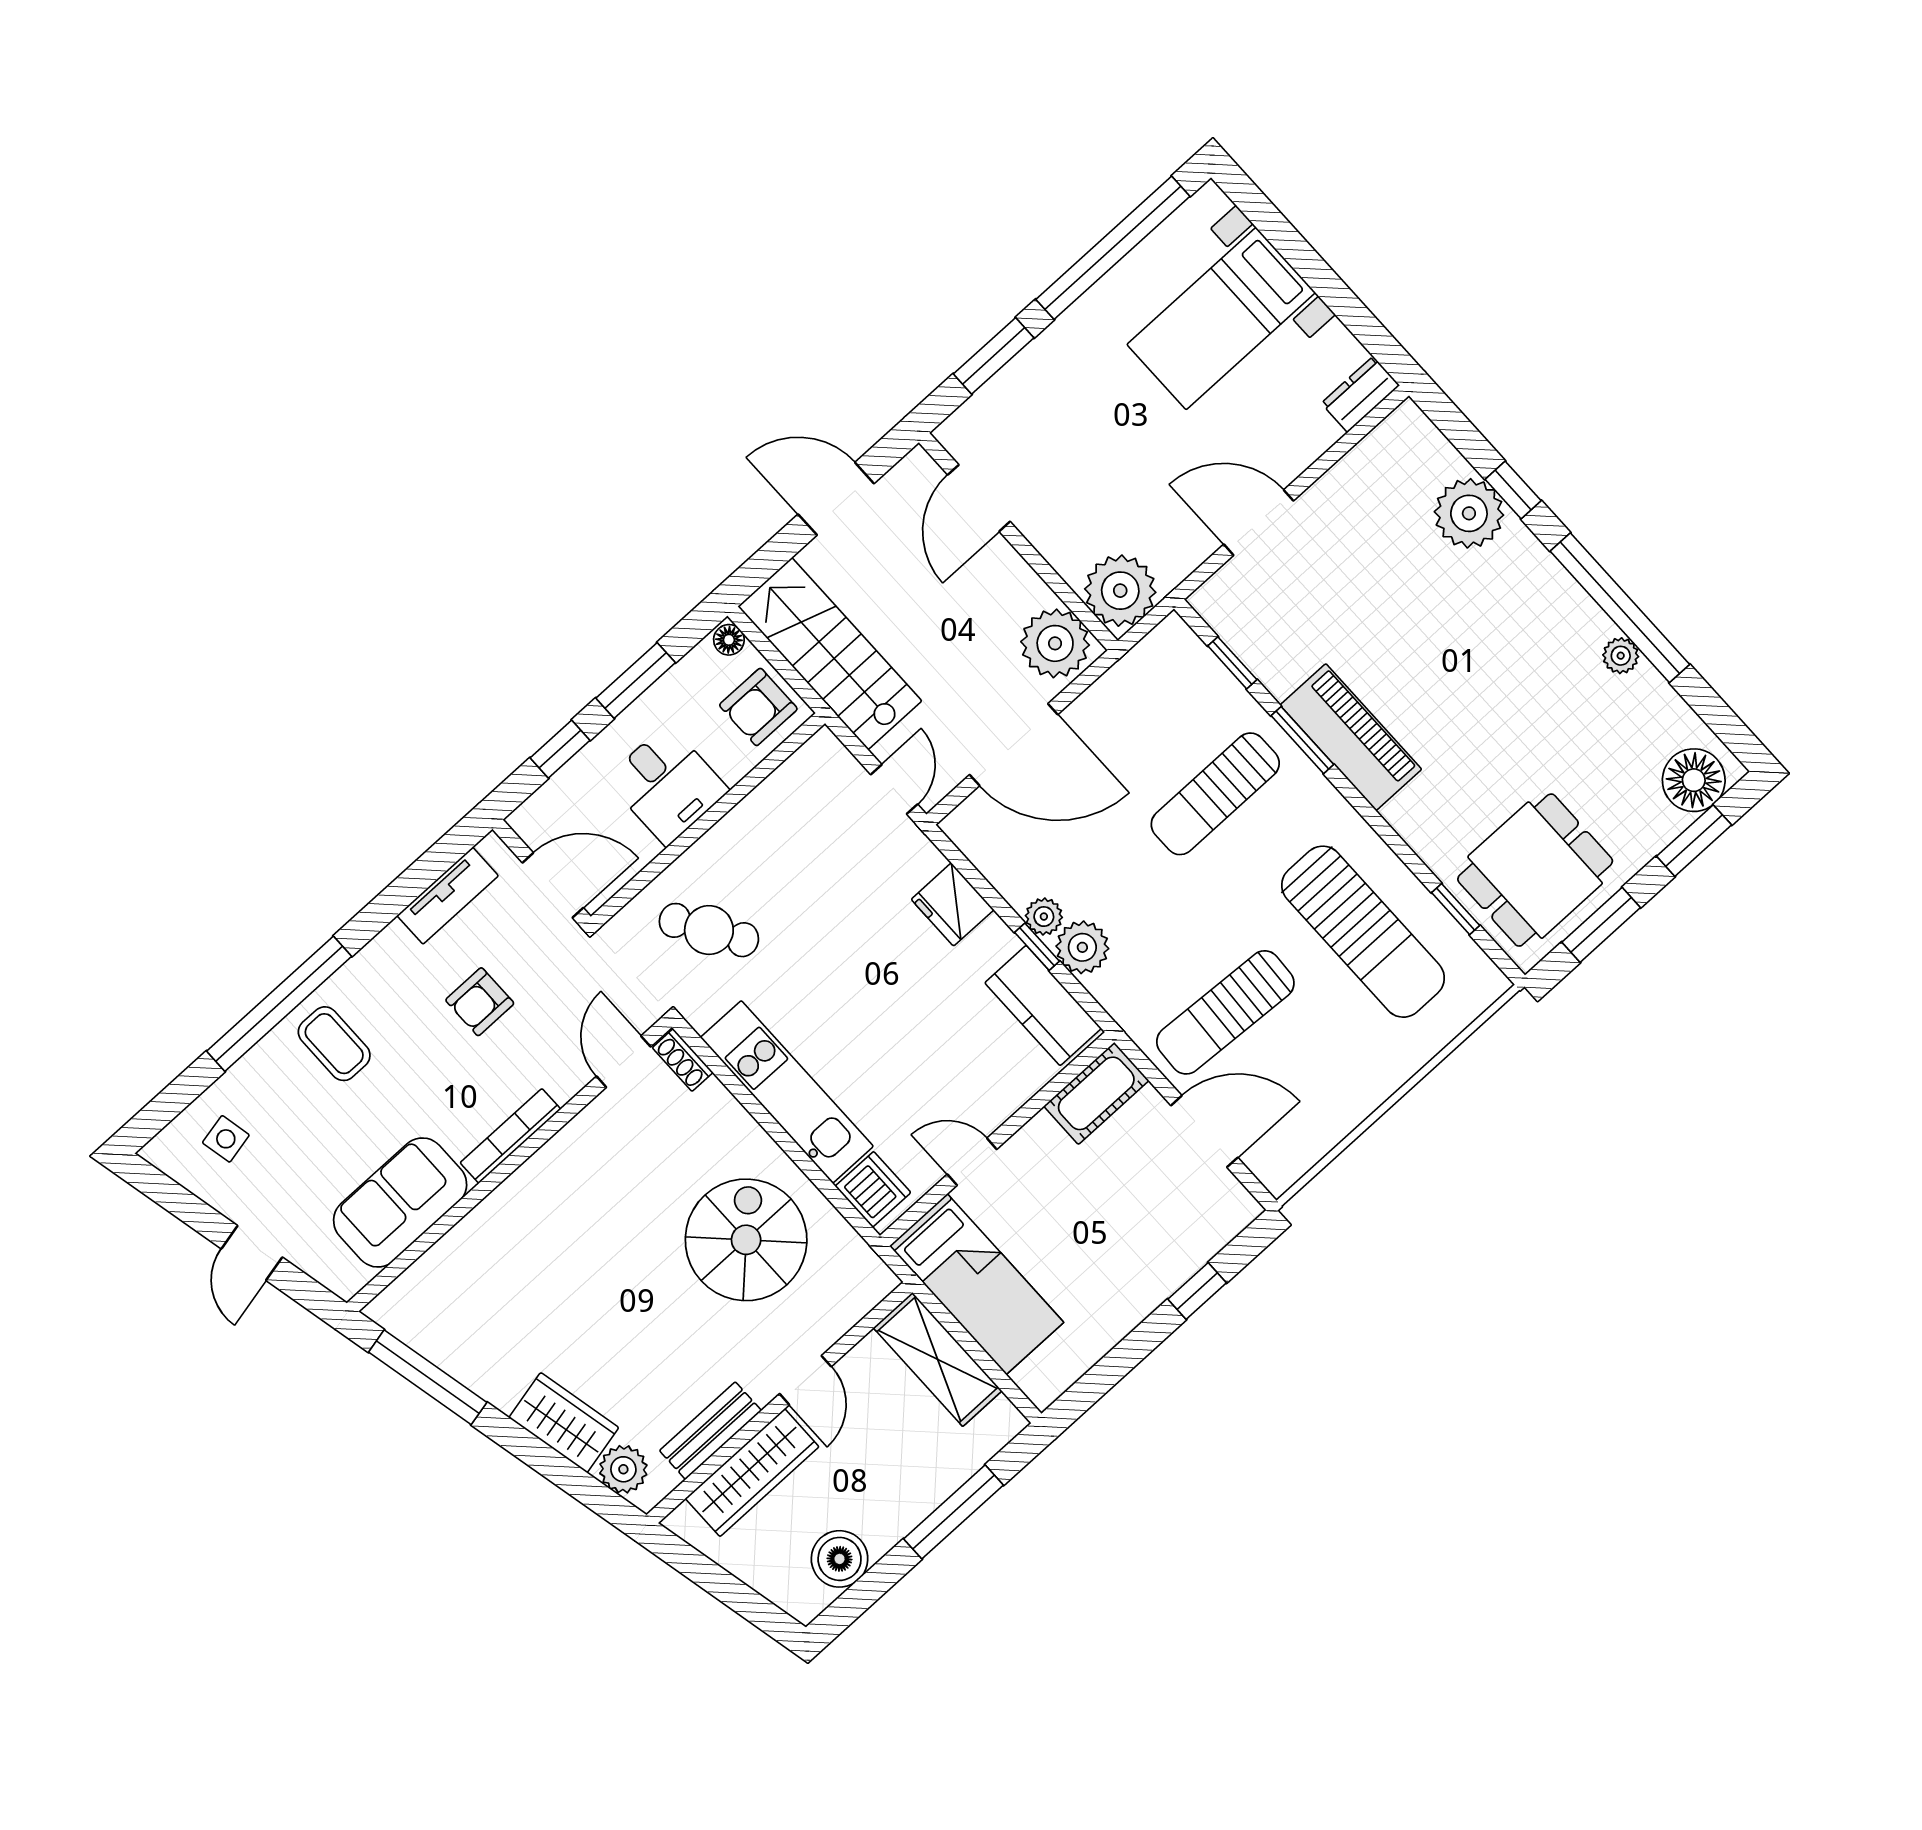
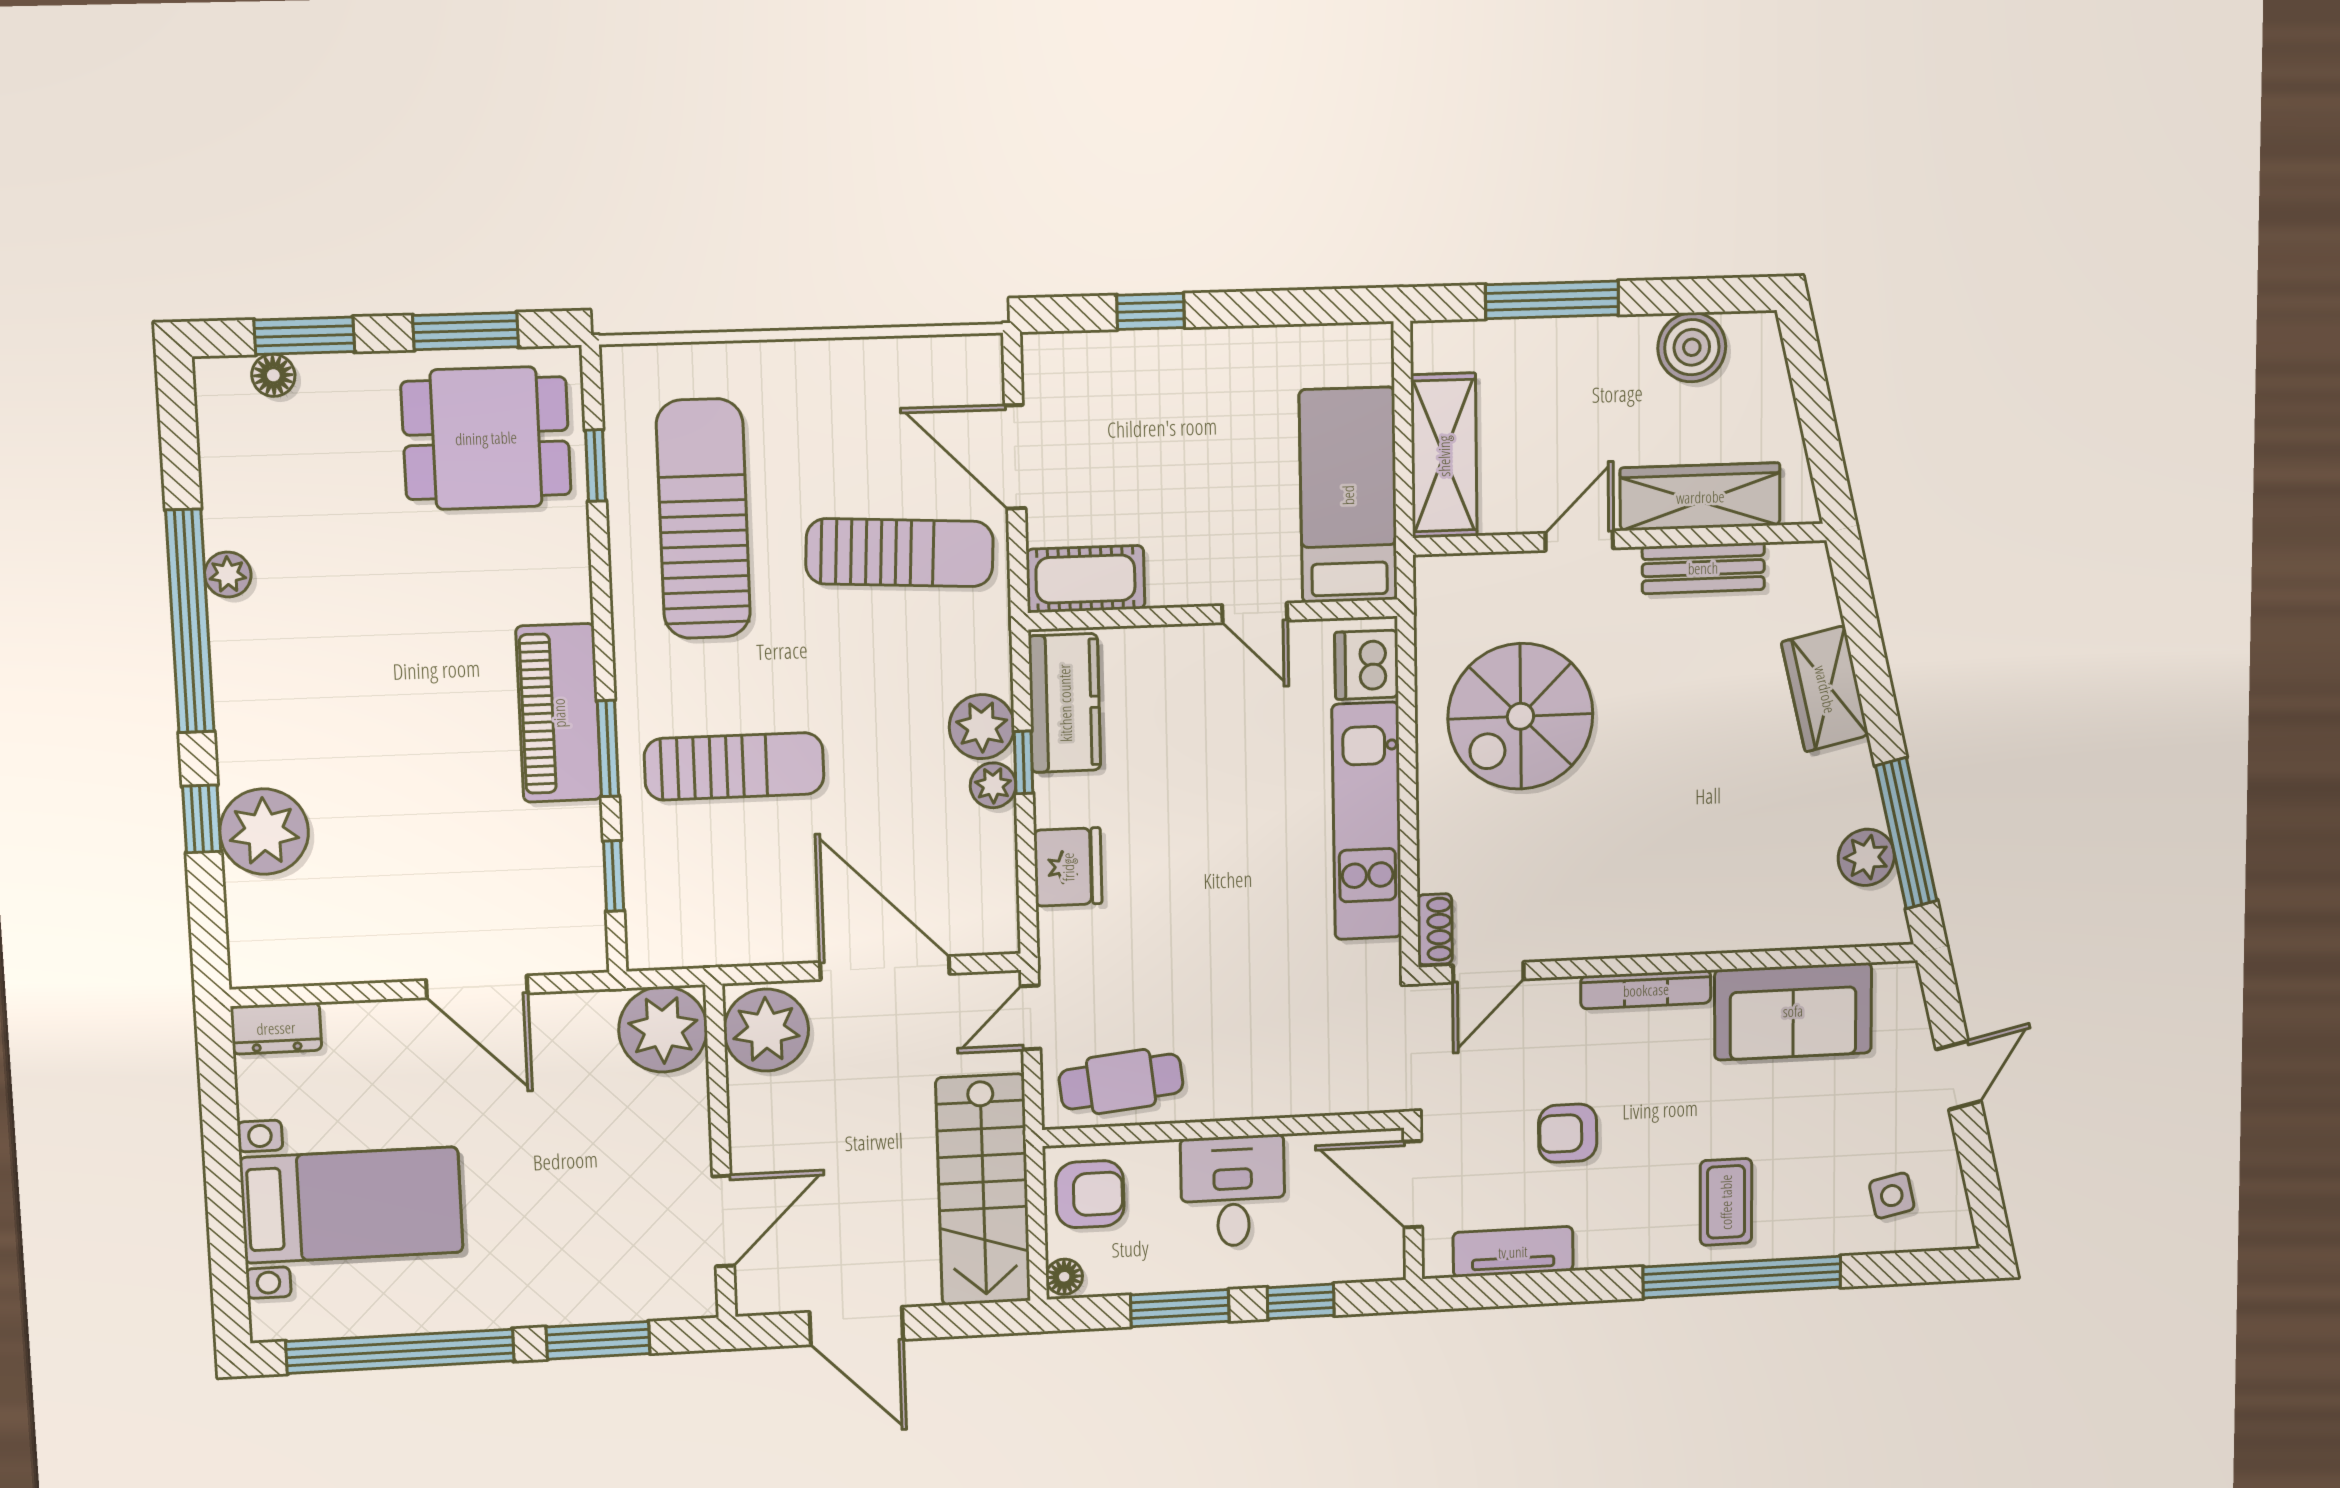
floor lamp: (1694, 780) -> (273, 375), width x0.53, depth x0.53
cafe table: (709, 930) -> (1121, 1082), moved, turned -64
armchair: (480, 1002) -> (1568, 1133), turned 180
plant: (623, 1469) -> (1866, 857), moved

